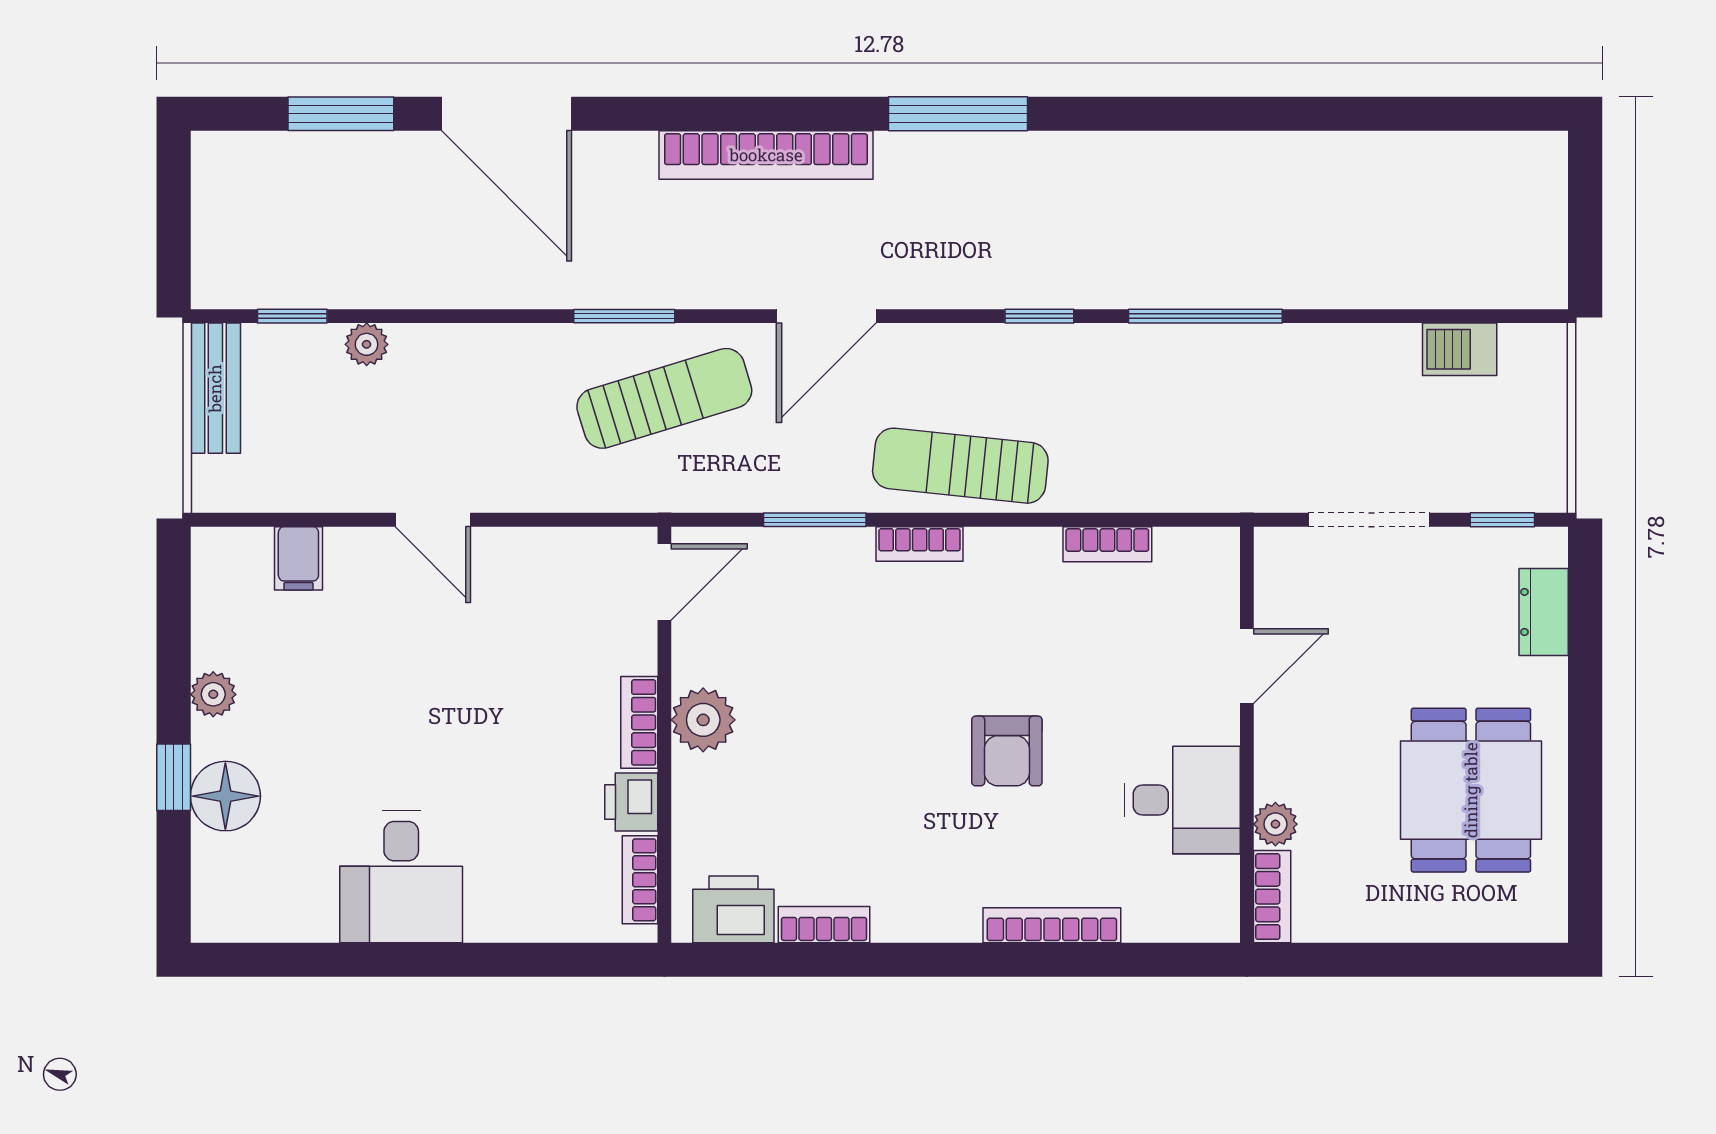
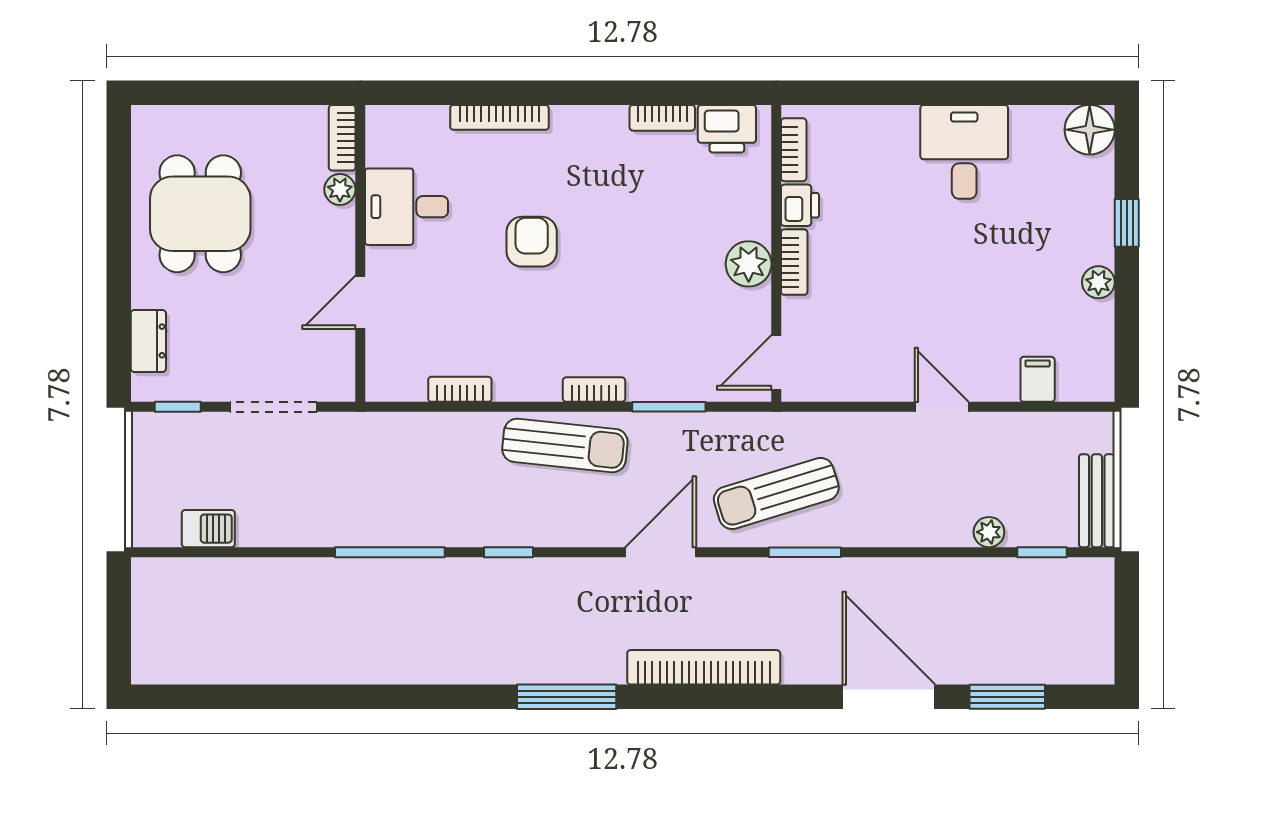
floor lamp: (225, 796) -> (1090, 130), moved

